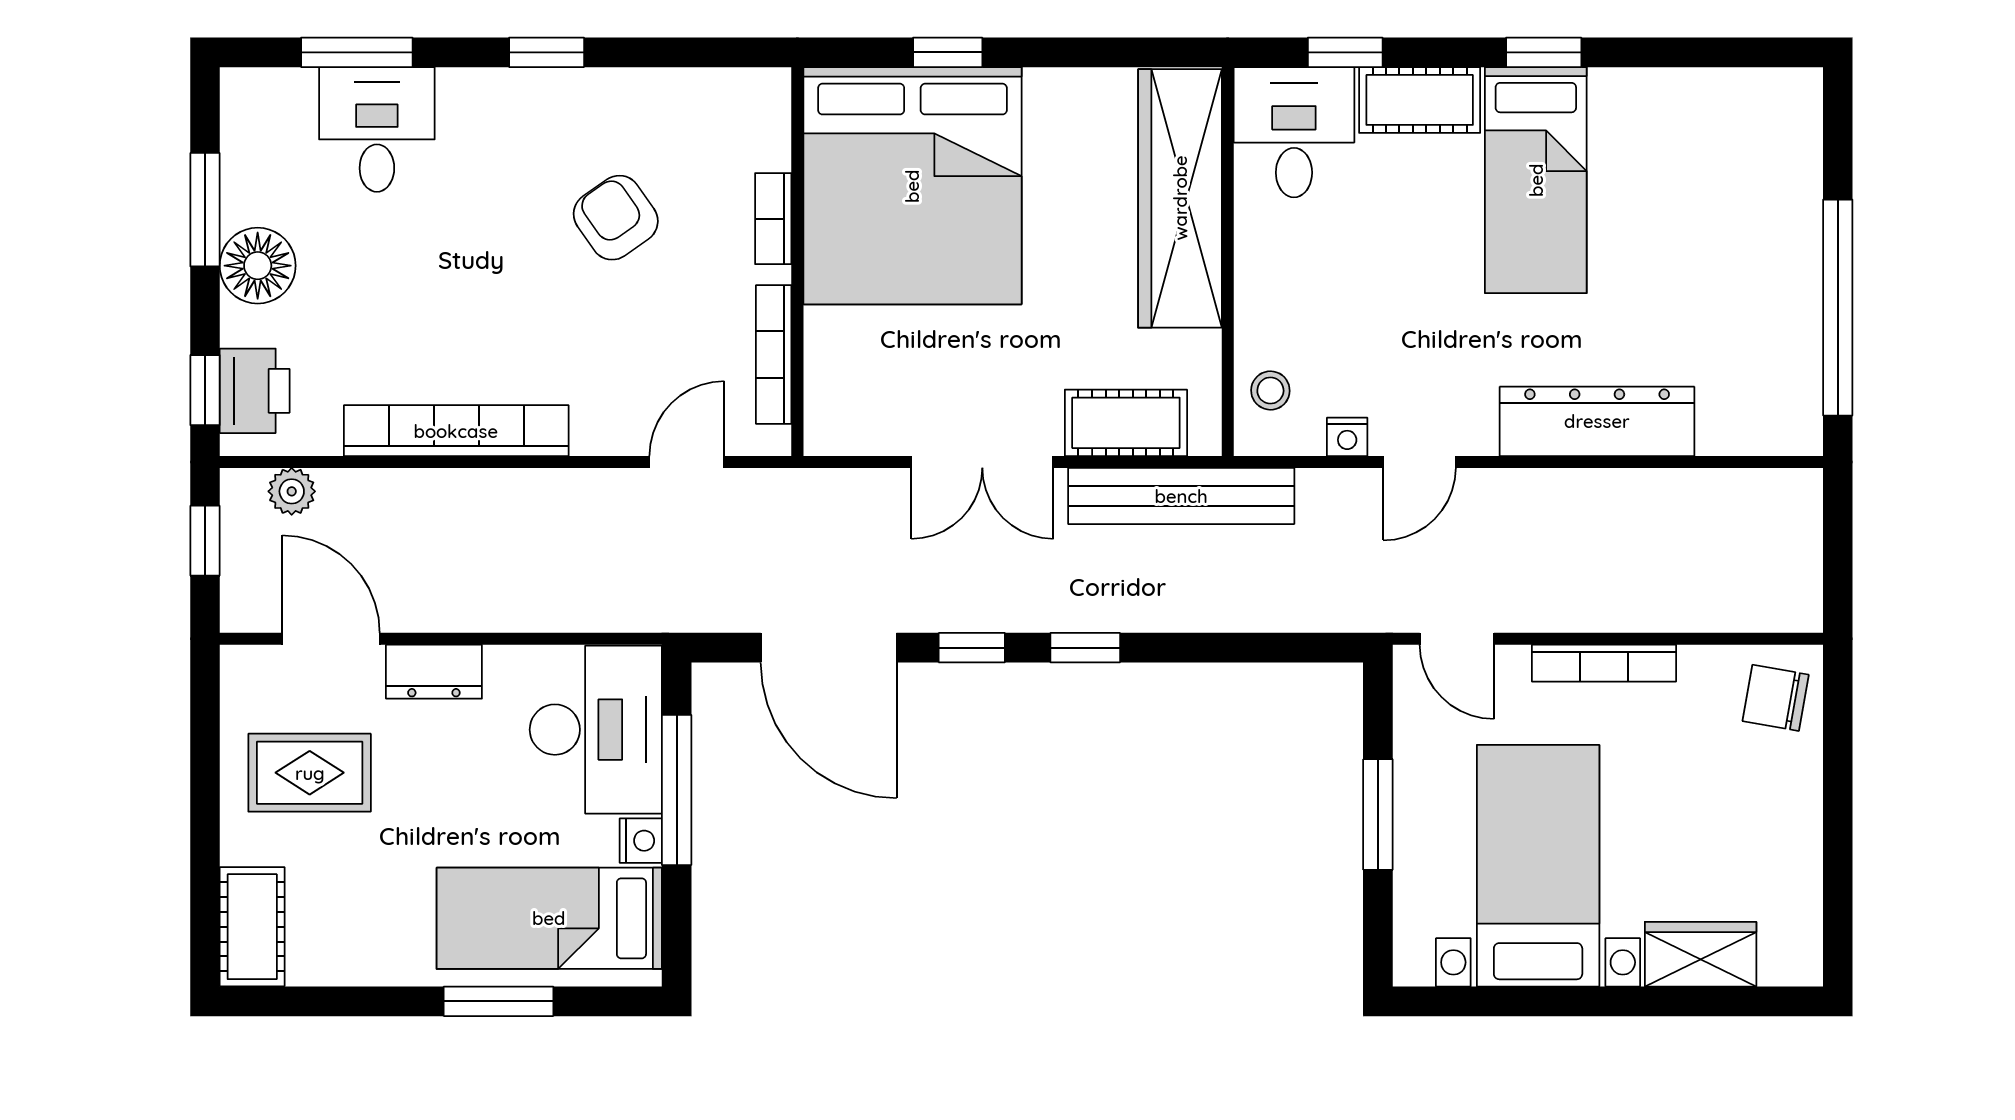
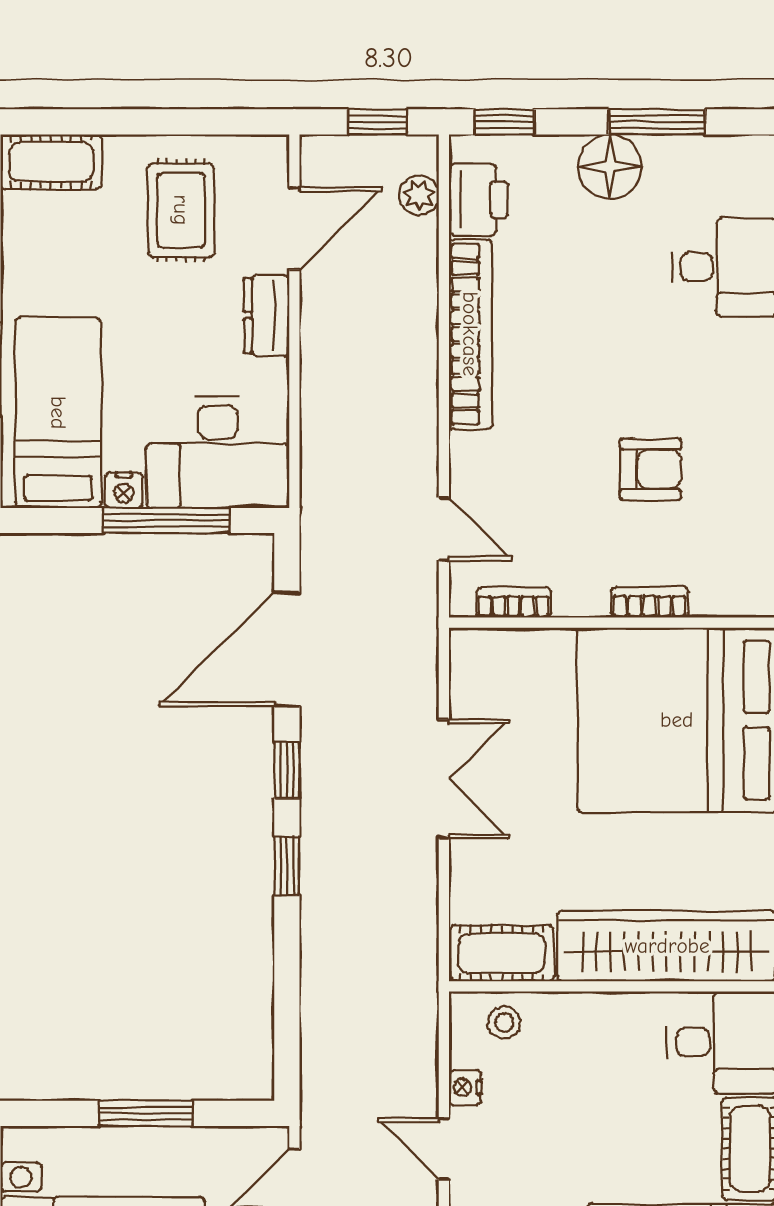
armchair: (616, 218) -> (650, 469), turned 35
bookcase: (774, 354) -> (514, 603), width x0.64
printer: (255, 391) -> (478, 200), moved, turned -90
cot: (1126, 423) -> (502, 953), moved, turned 90
double door: (982, 462) -> (444, 779), swing flipped
bench: (1181, 496) -> (415, 947), removed

